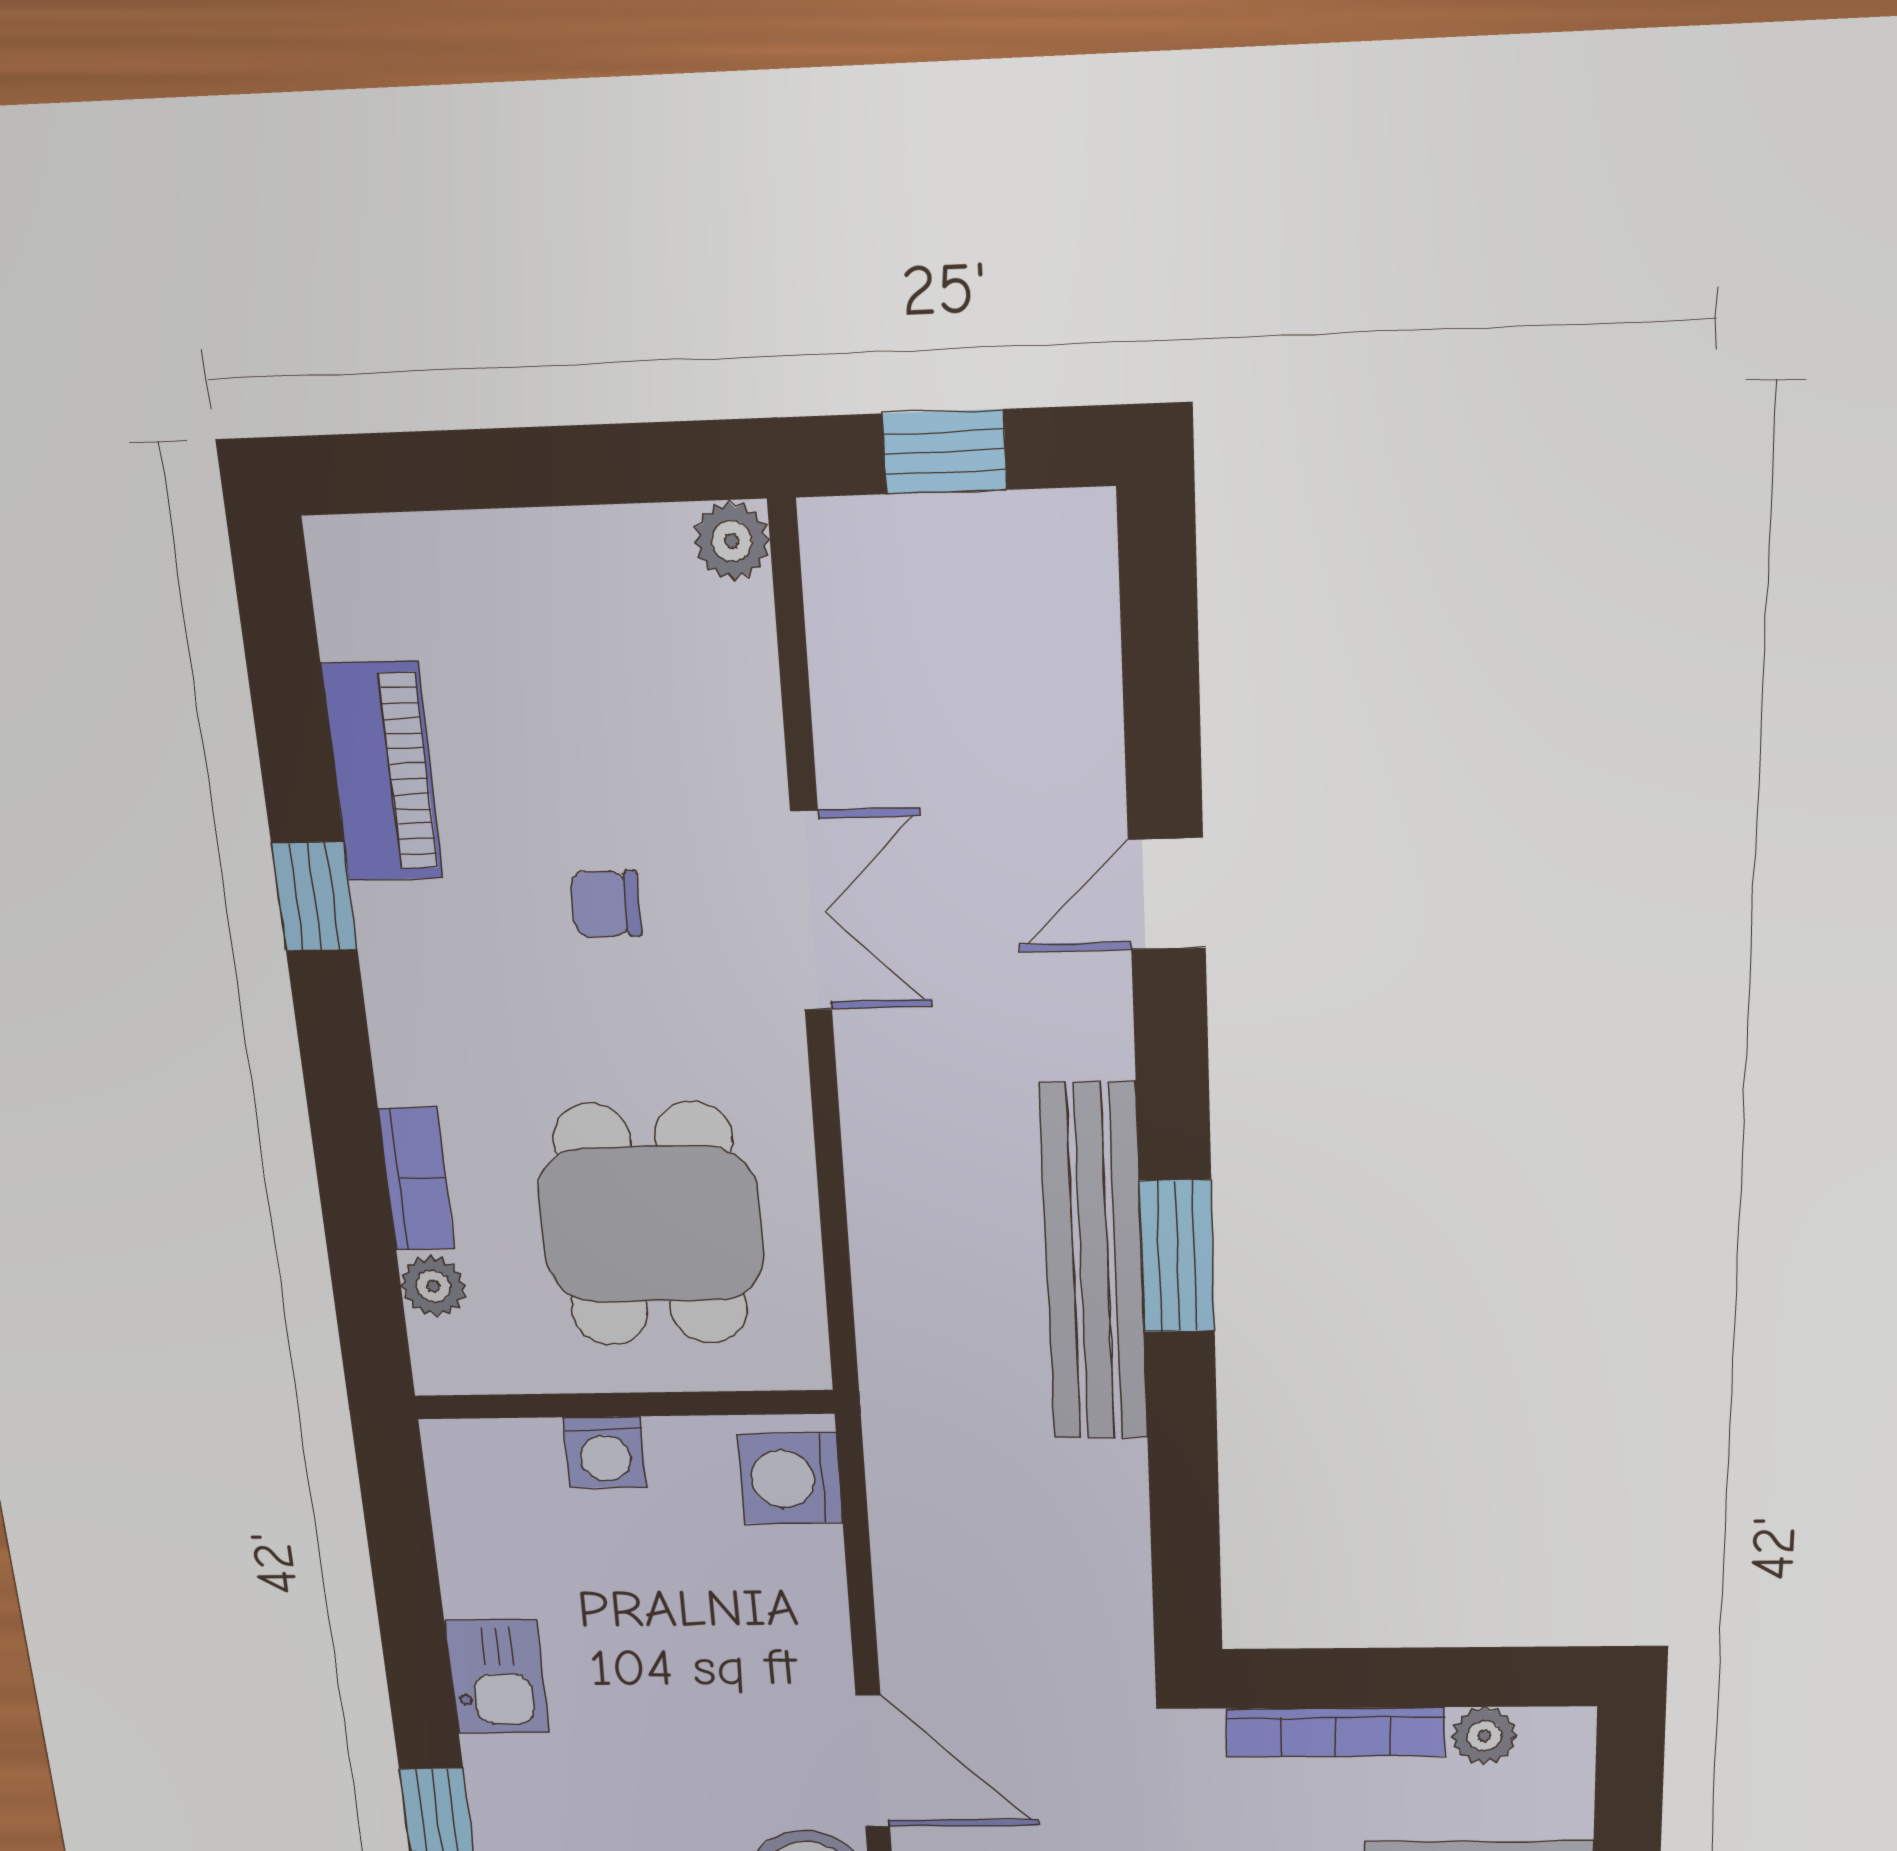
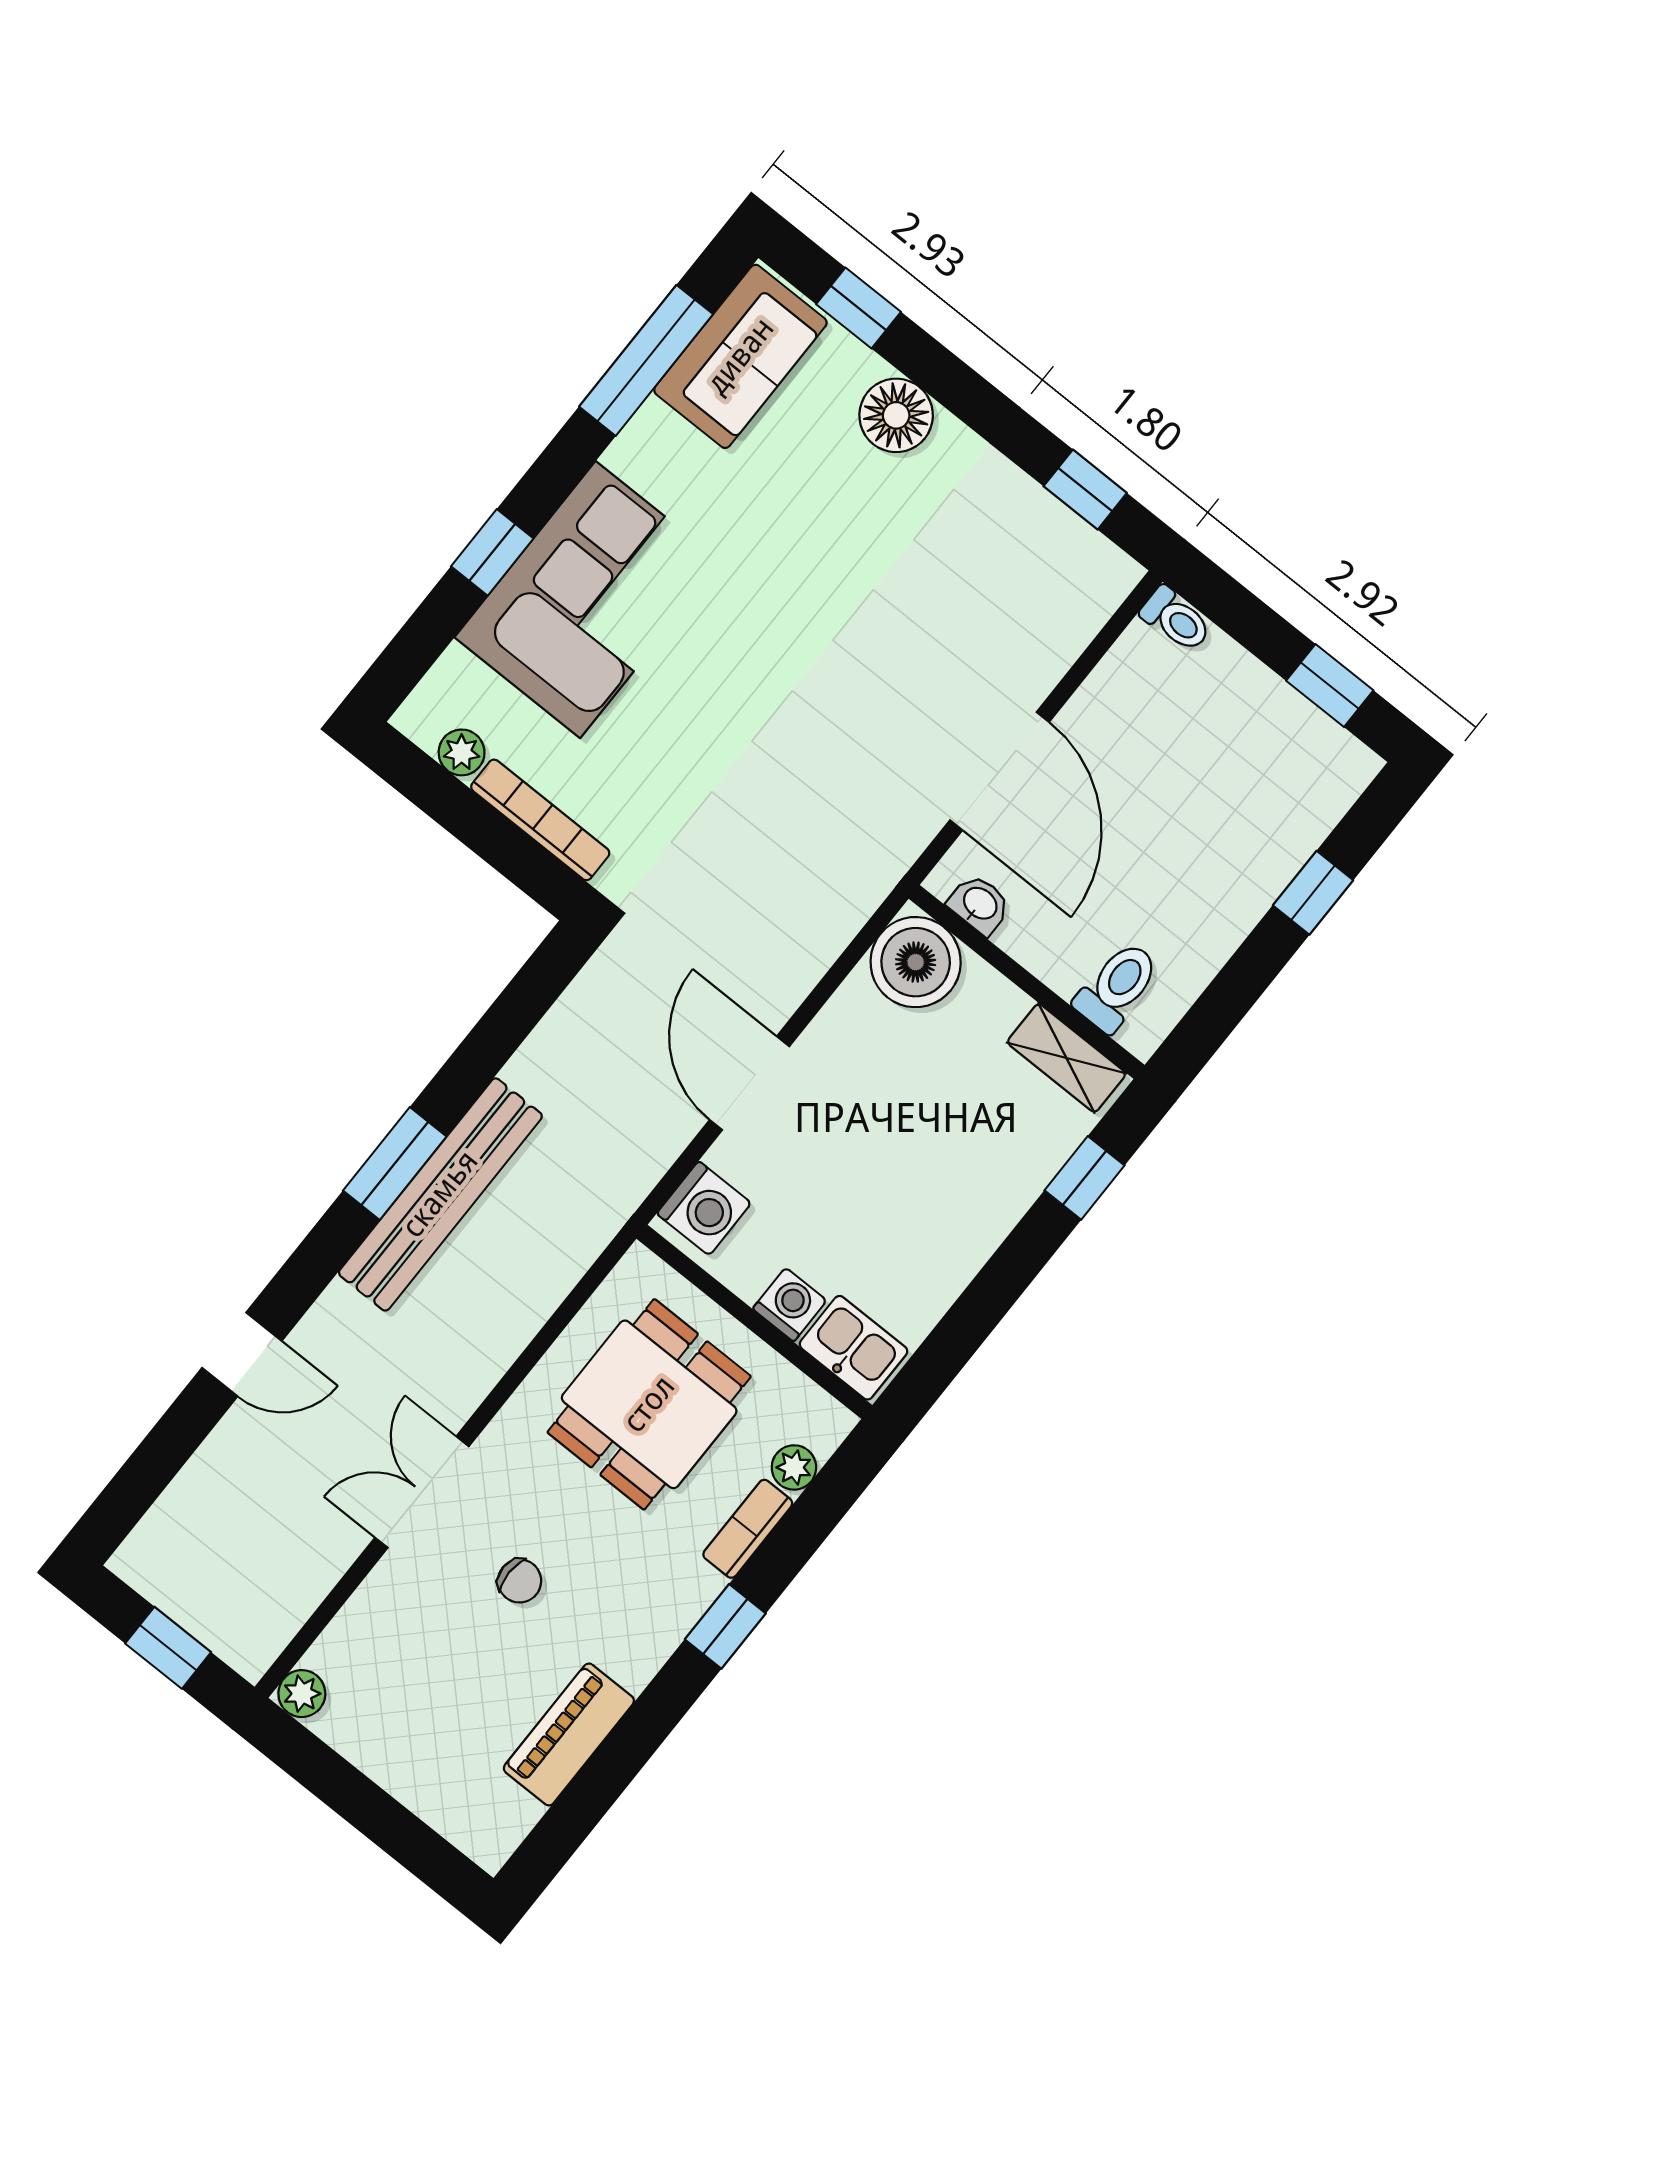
window: (314, 897) -> (725, 1626), moved
kitchen sink: (497, 1677) -> (854, 1348), moved, turned 90
door: (873, 1761) -> (750, 1083), moved

